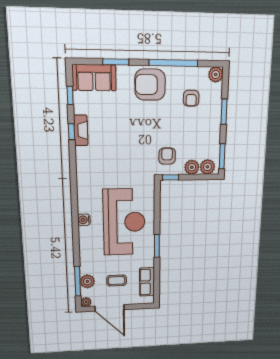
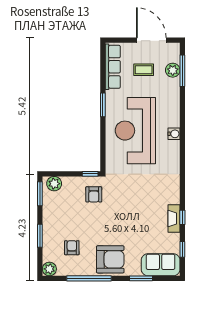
plant: (192, 167) -> (70, 183), removed
row of seats: (147, 282) -> (113, 67), width x1.48
plant: (86, 302) -> (175, 48), removed

